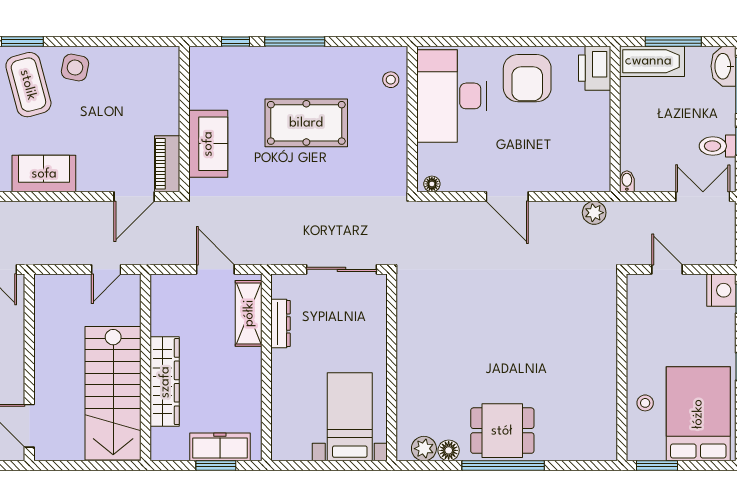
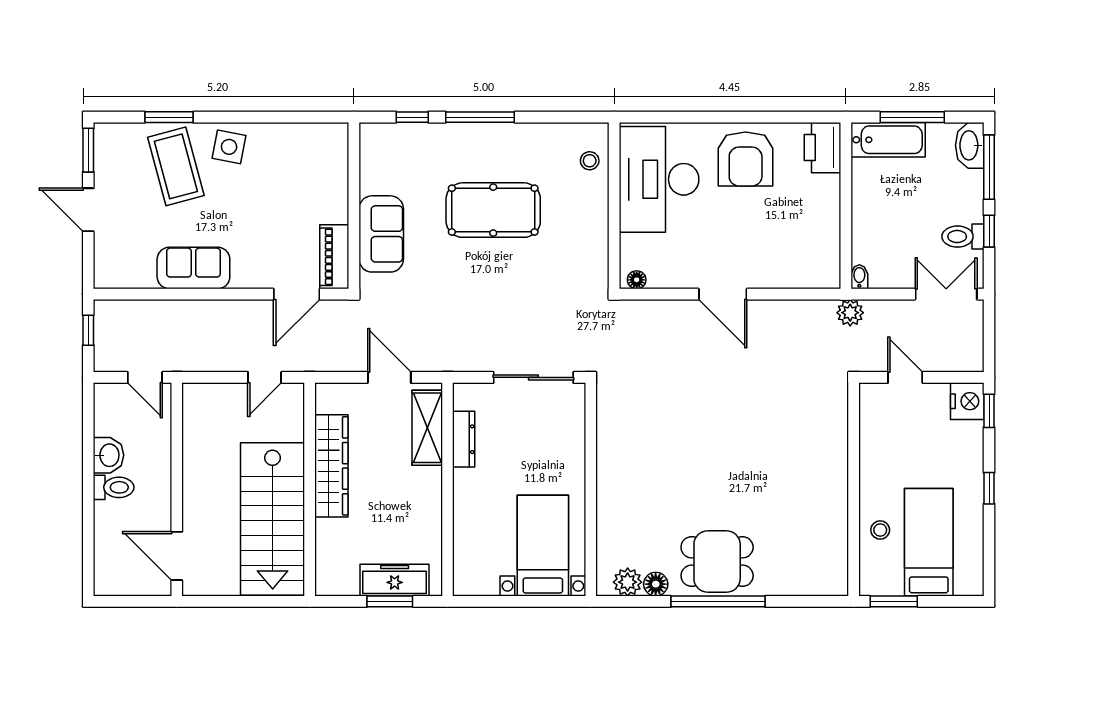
plant: (594, 213) -> (850, 313), moved
wardrobe: (165, 382) -> (331, 466), moved
bed: (698, 414) -> (929, 542), width x0.67

